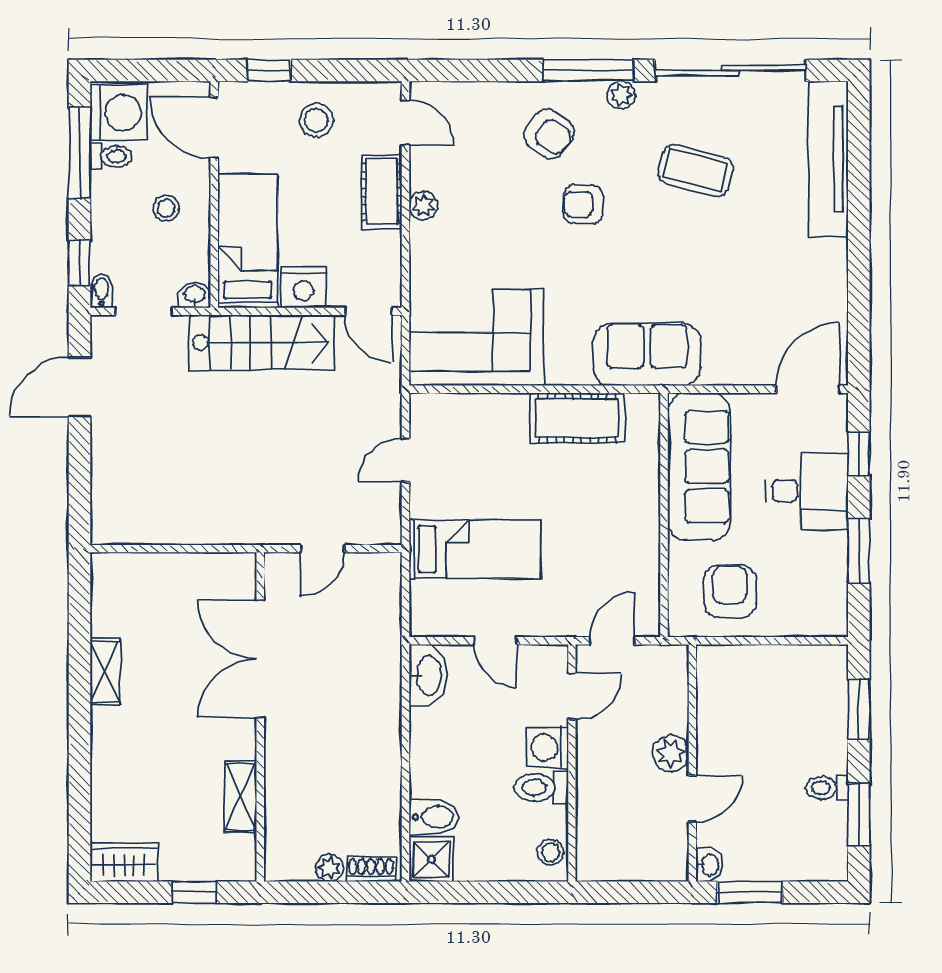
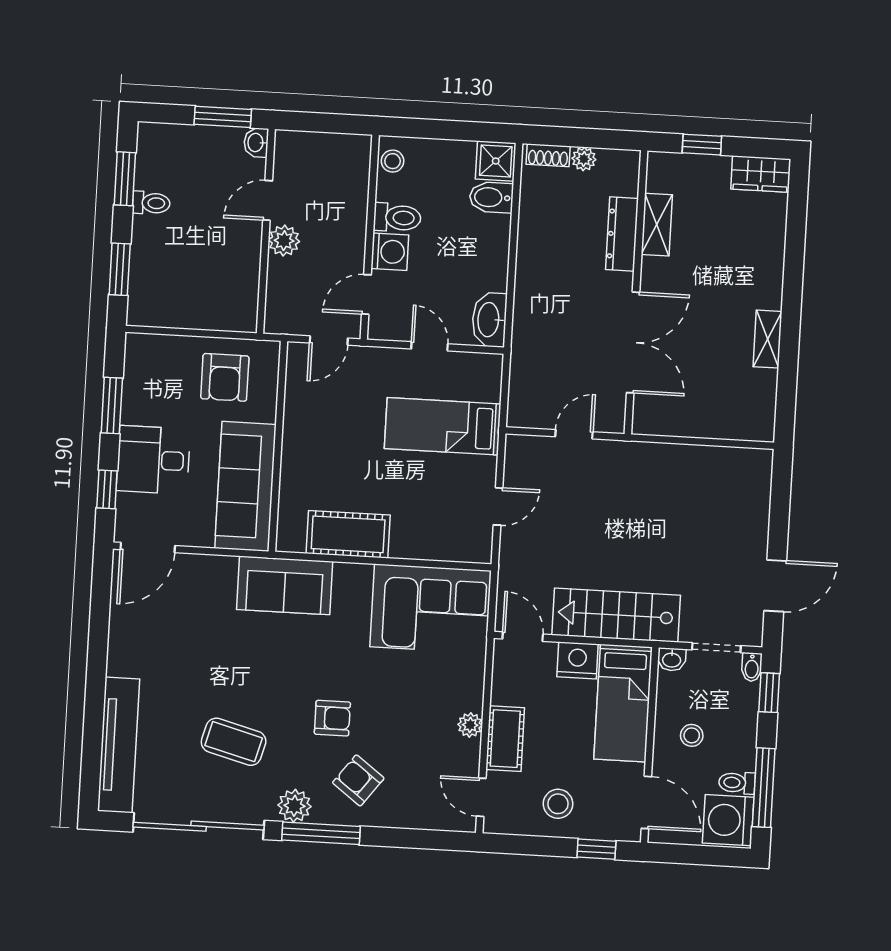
plant: (621, 95) -> (294, 806), width x1.38, depth x1.38
dresser: (280, 783) -> (622, 234), added

